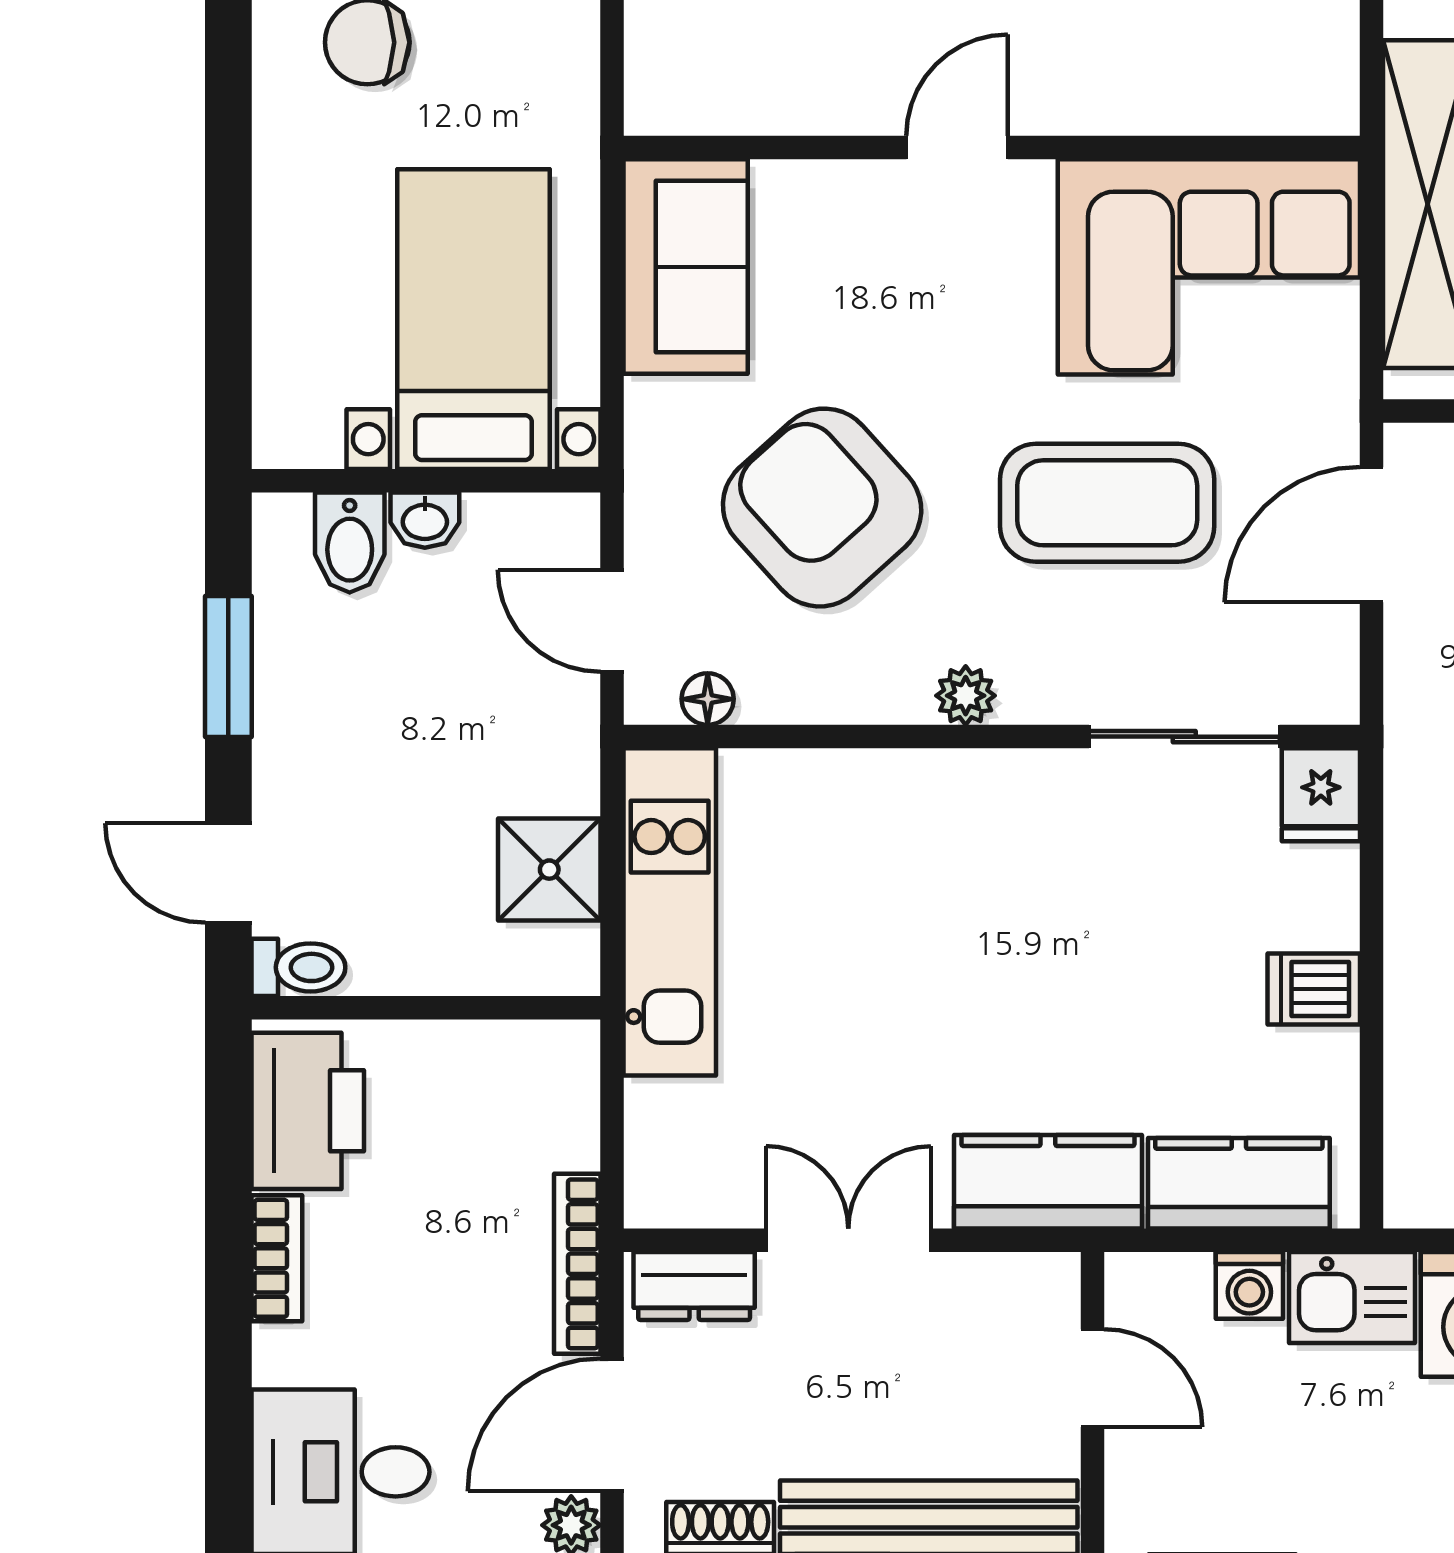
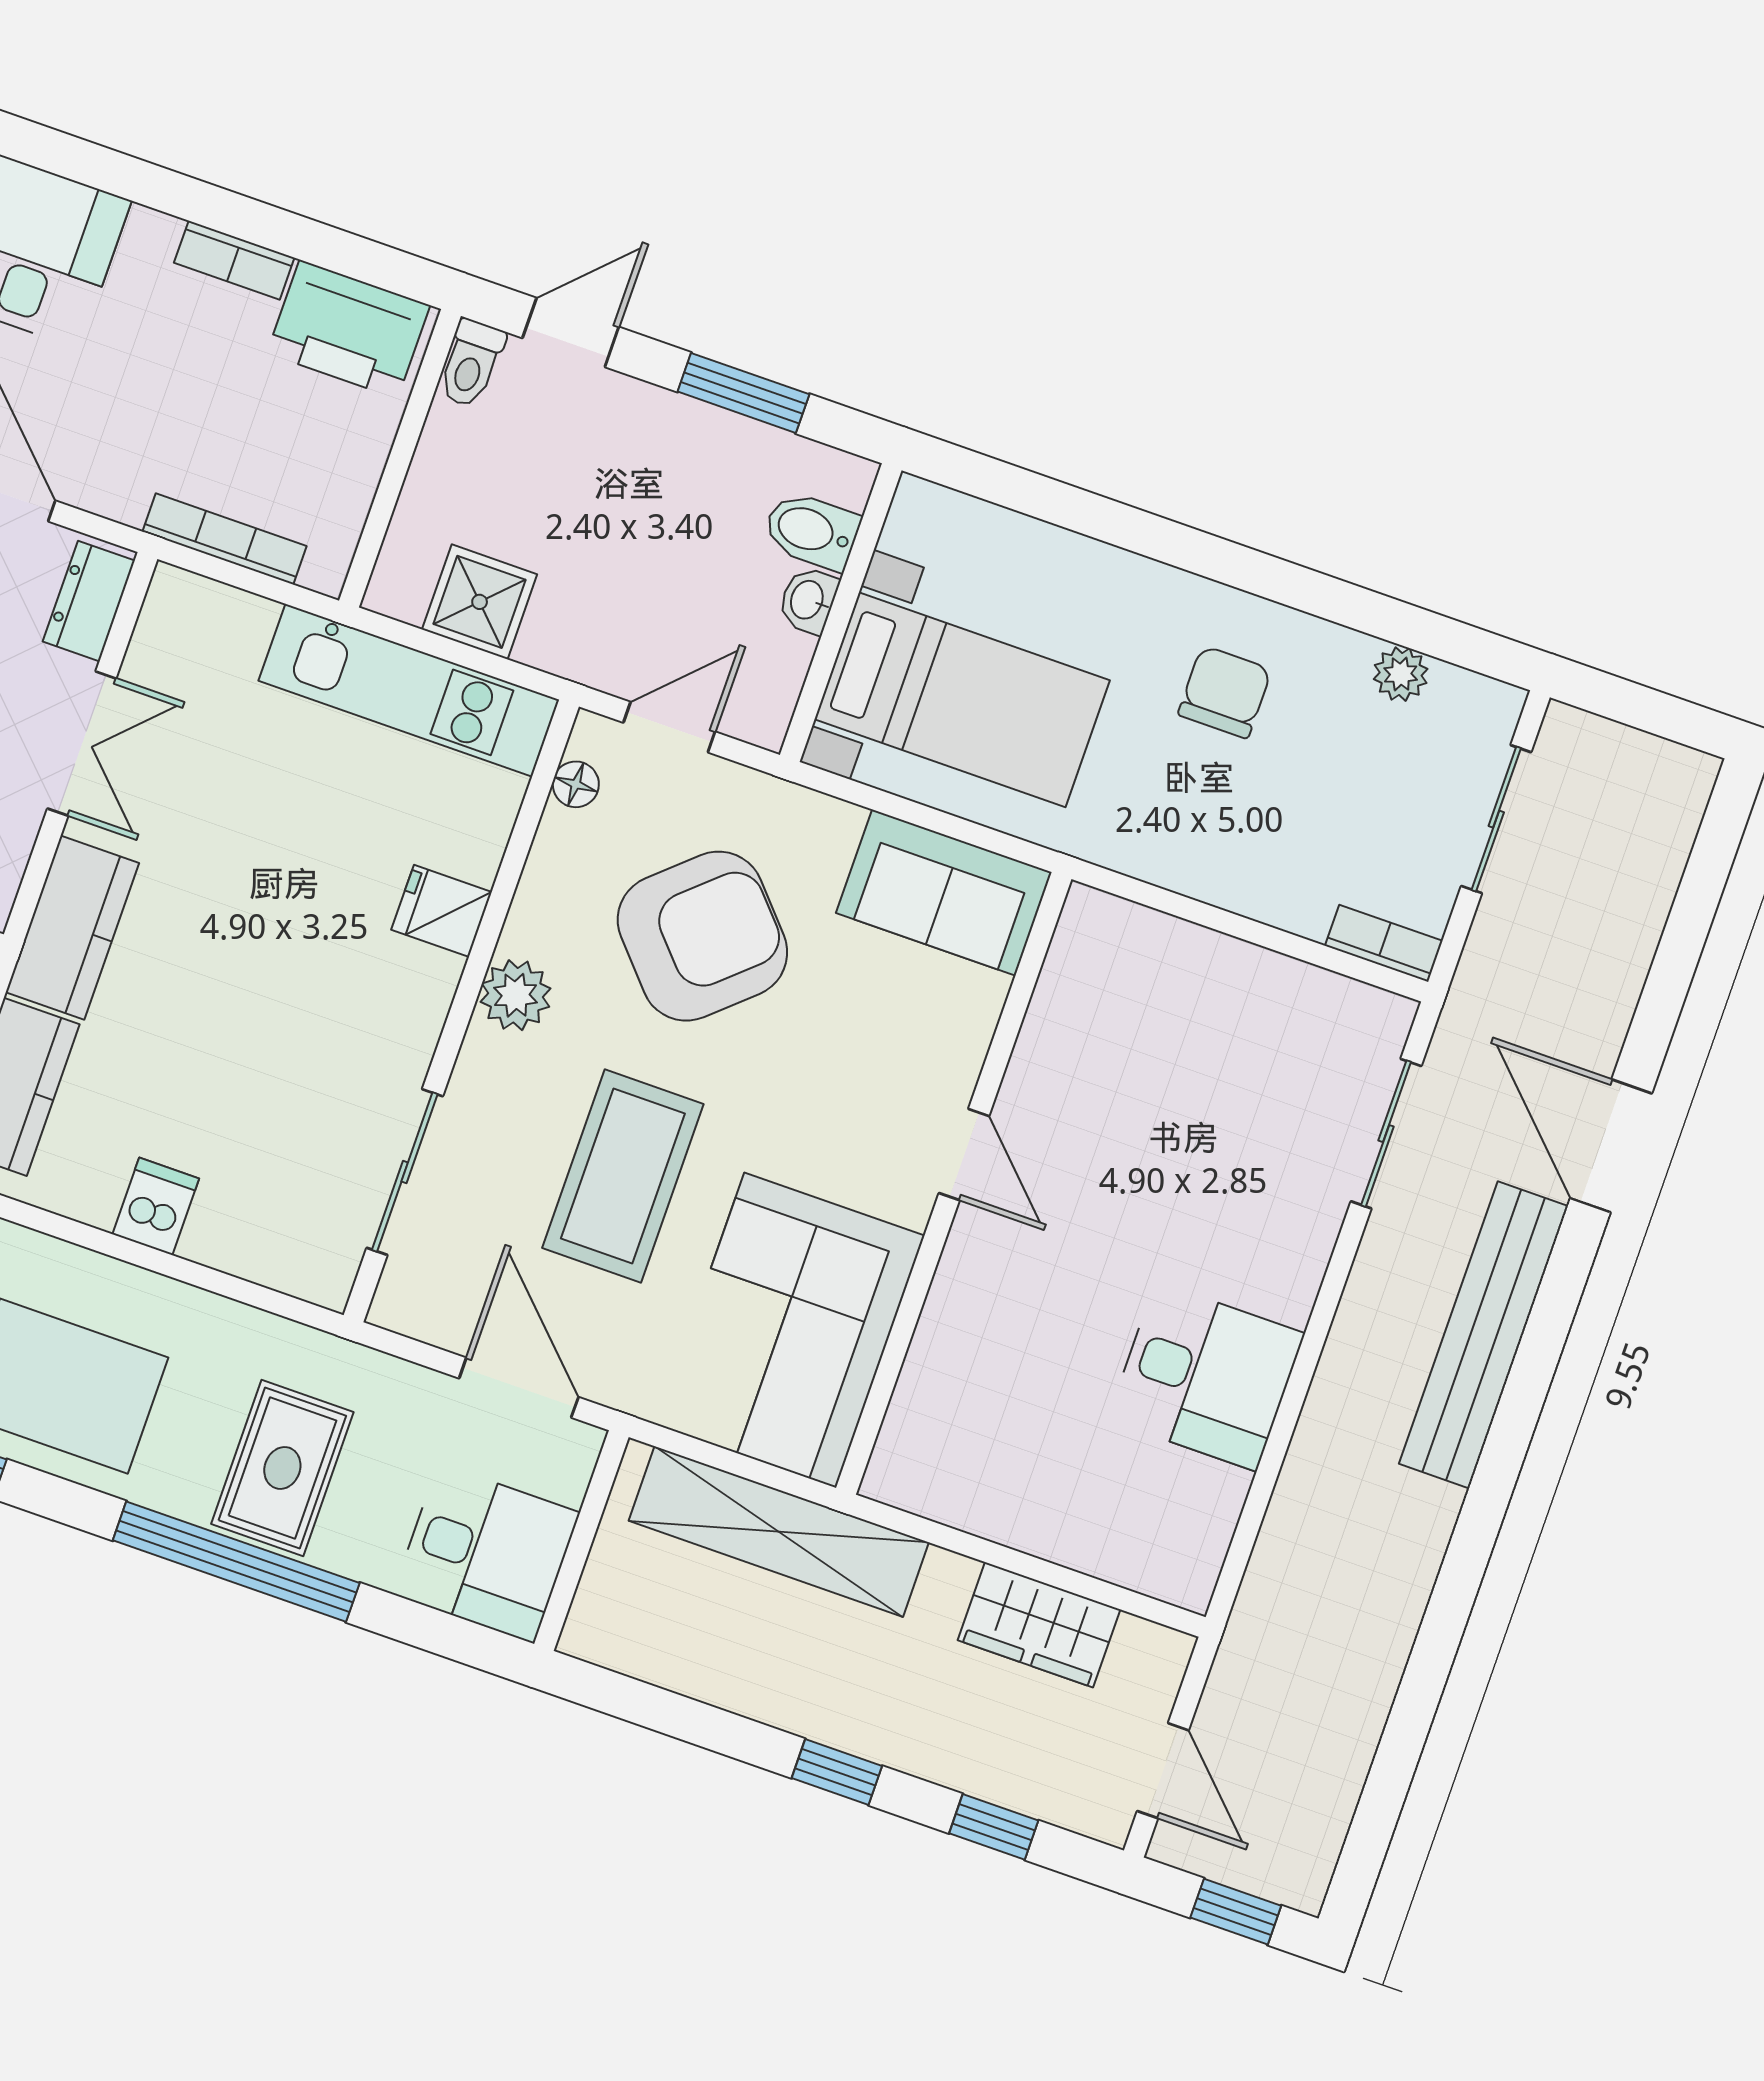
plant: (966, 696) -> (516, 995), width x1.38, depth x1.38
fridge: (1321, 795) -> (442, 911), moved
bookcase: (577, 1264) -> (224, 539), moved

